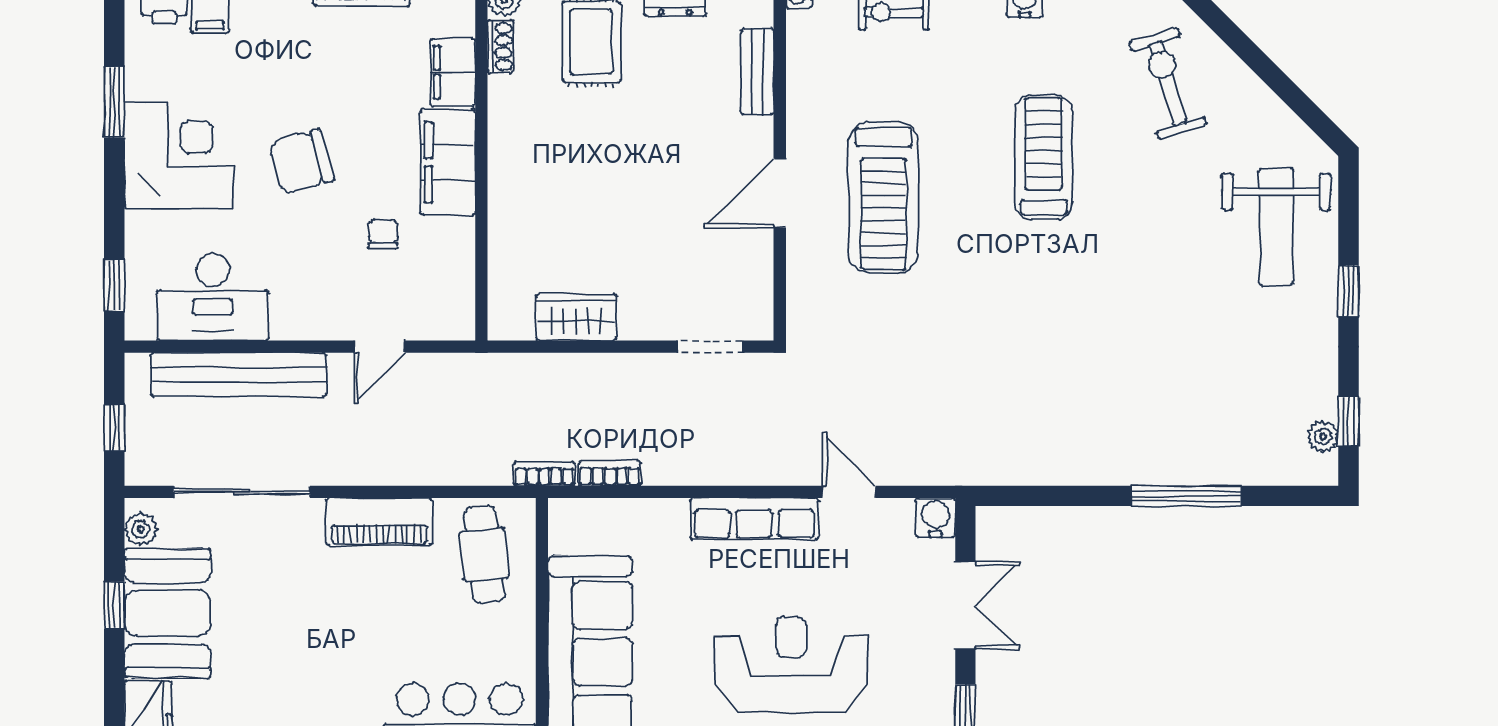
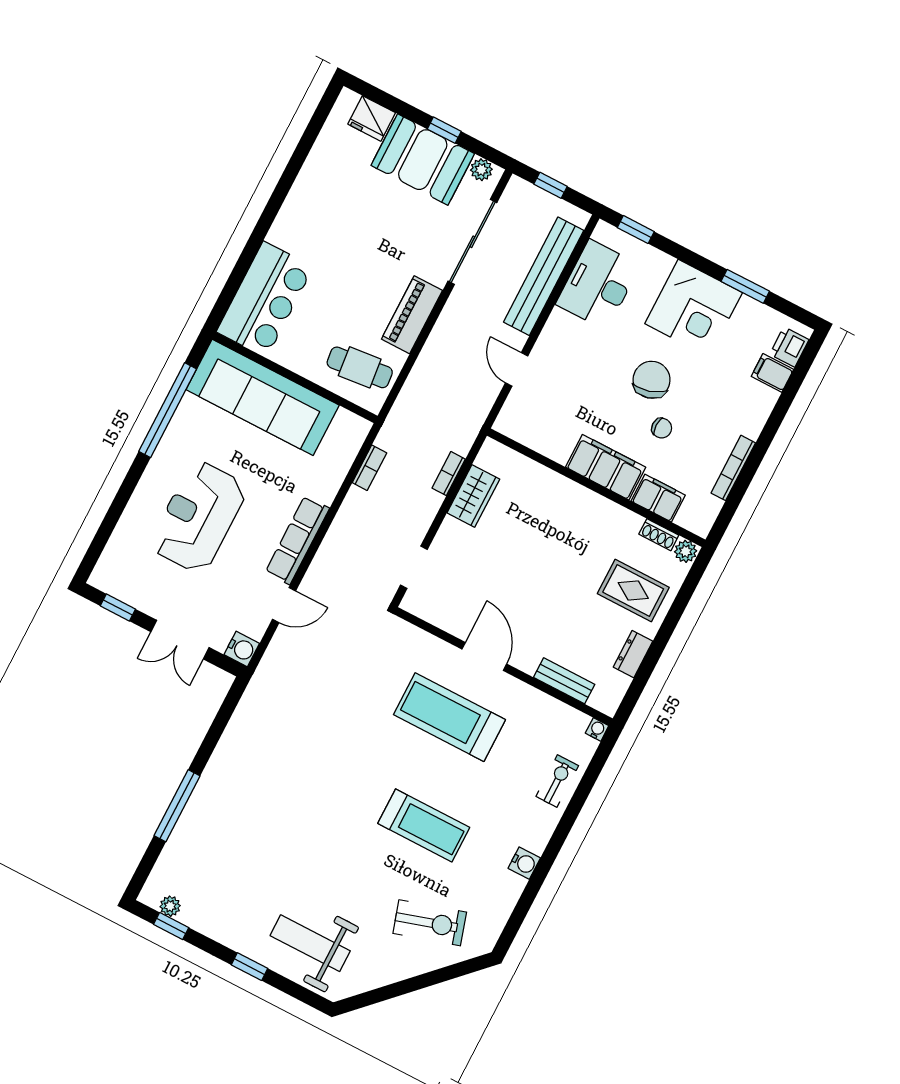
chair: (383, 234) -> (662, 428), moved
bookcase: (544, 474) -> (449, 474), moved, turned 180
reception desk: (791, 665) -> (199, 517), turned 180

